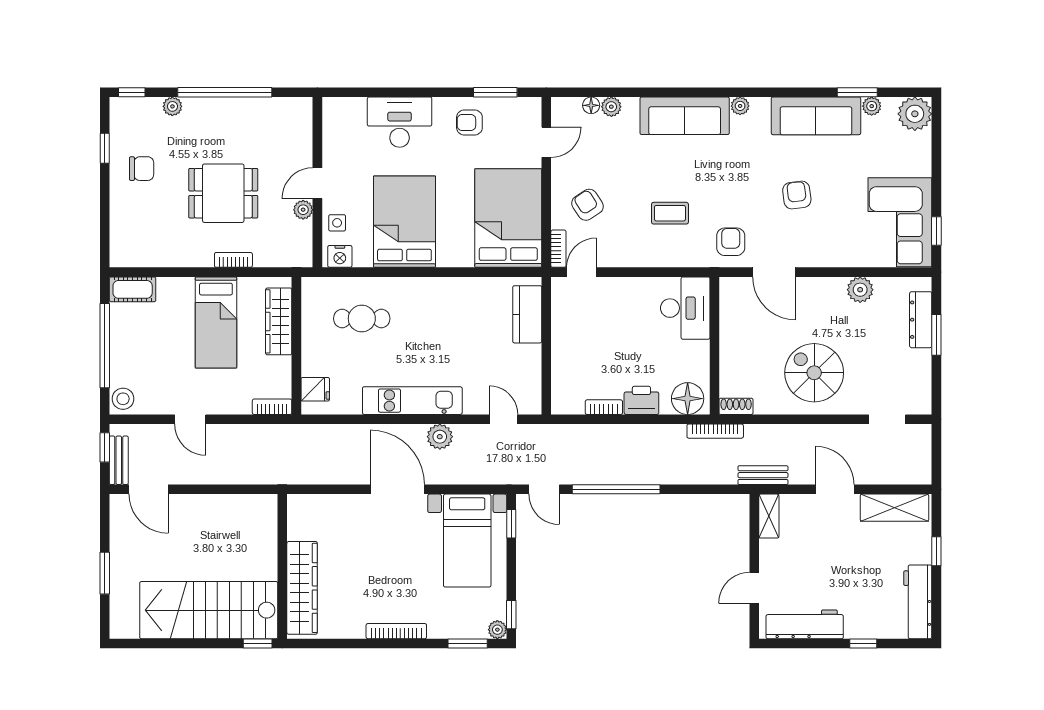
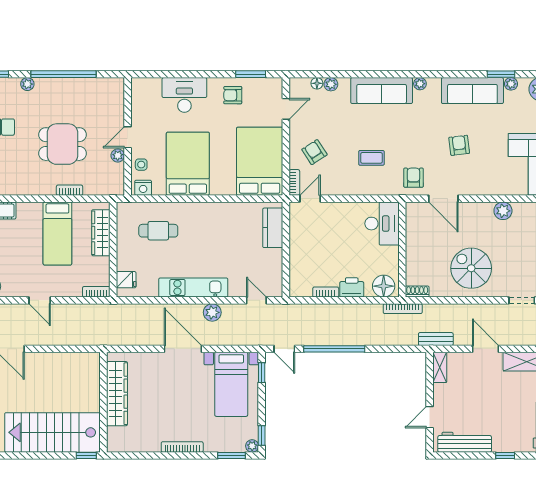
wardrobe: (302, 588) -> (117, 394), moved

